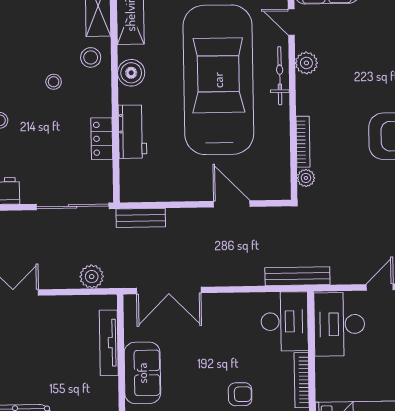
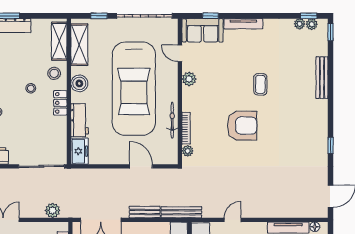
bicycle: (280, 76) -> (172, 120), moved
car: (218, 80) -> (134, 89), turned 180
locker: (102, 139) -> (60, 103), moved
freezer: (133, 181) -> (80, 151), added
bench: (141, 218) -> (145, 212), moved

